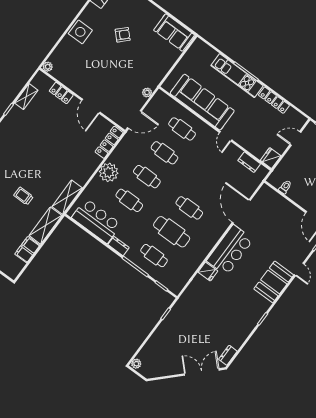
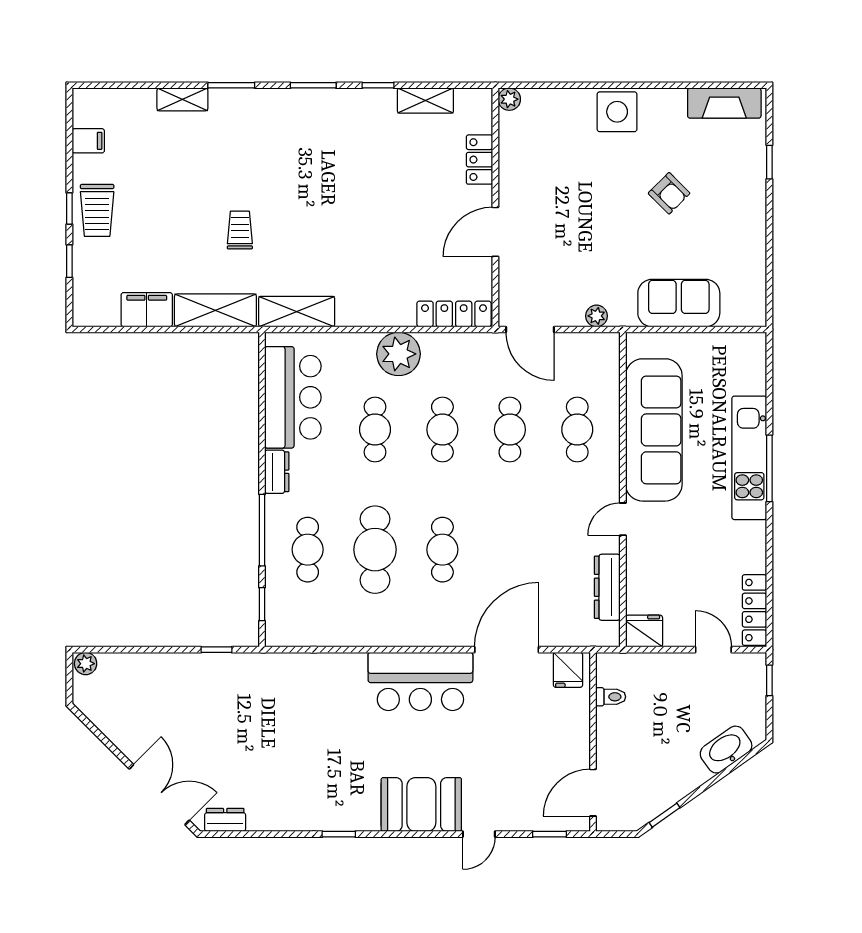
sofa: (174, 32) -> (679, 303), moved, turned 90
locker: (274, 100) -> (754, 610), moved
dresser: (249, 162) -> (607, 587), width x1.44
fridge: (208, 272) -> (568, 670), moved

